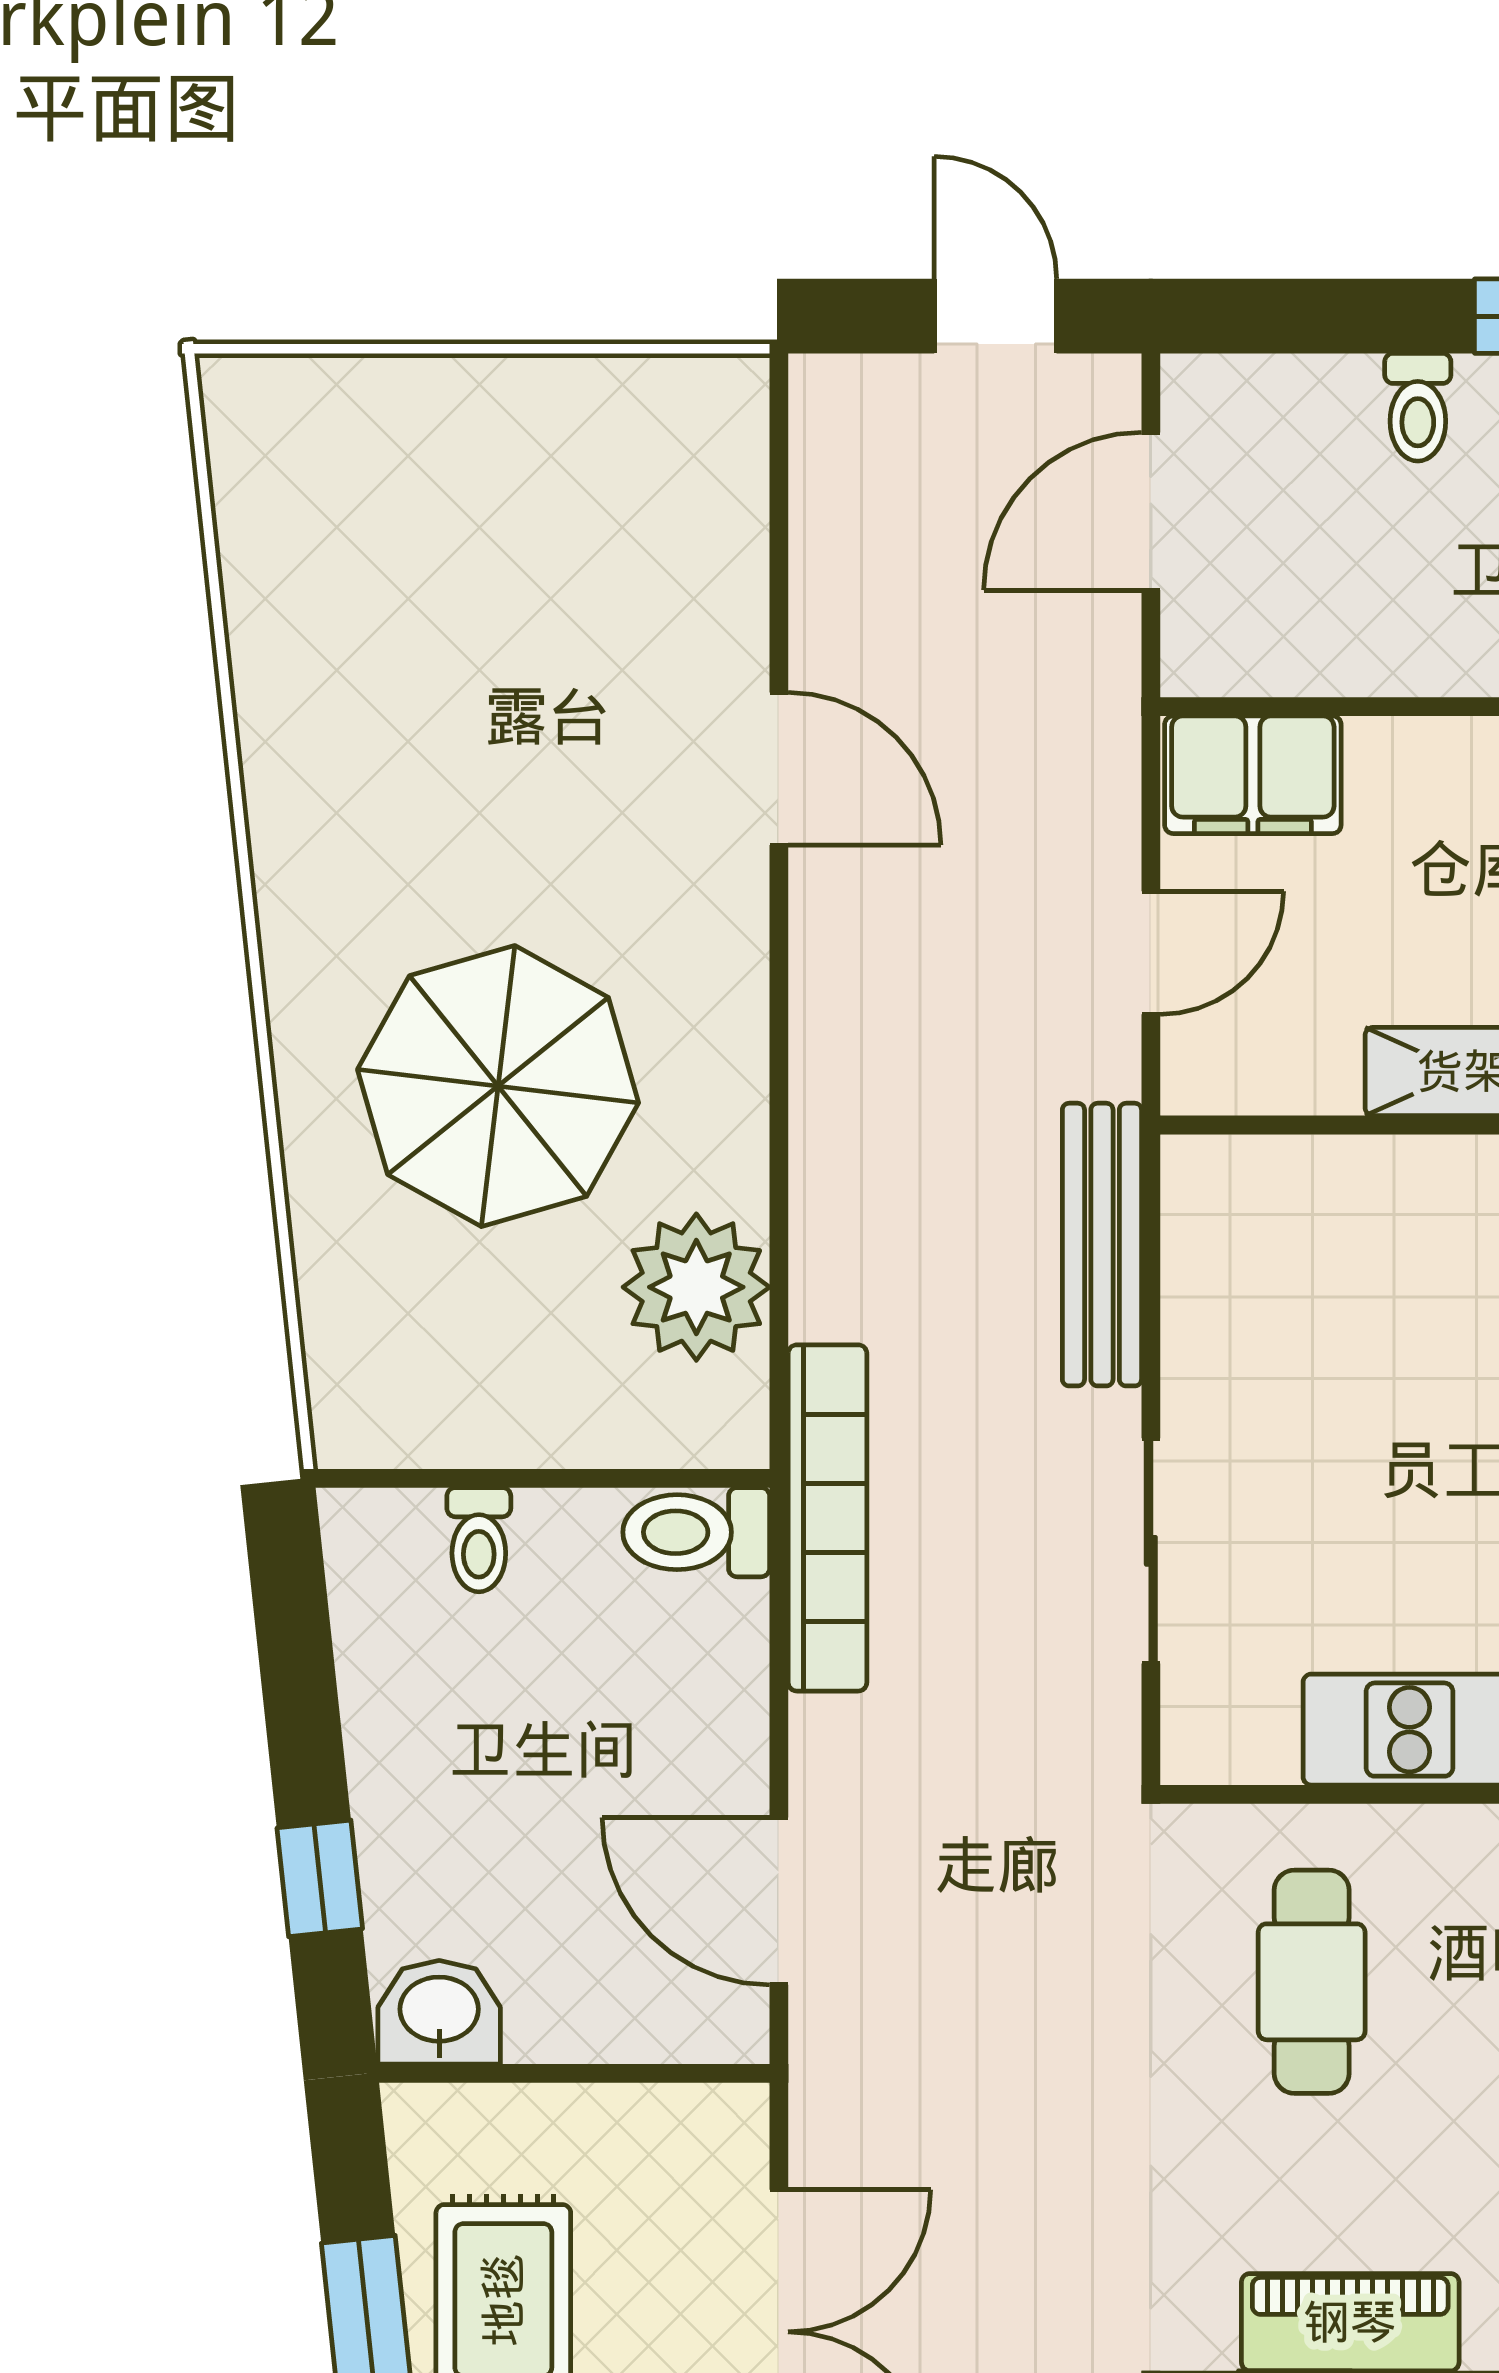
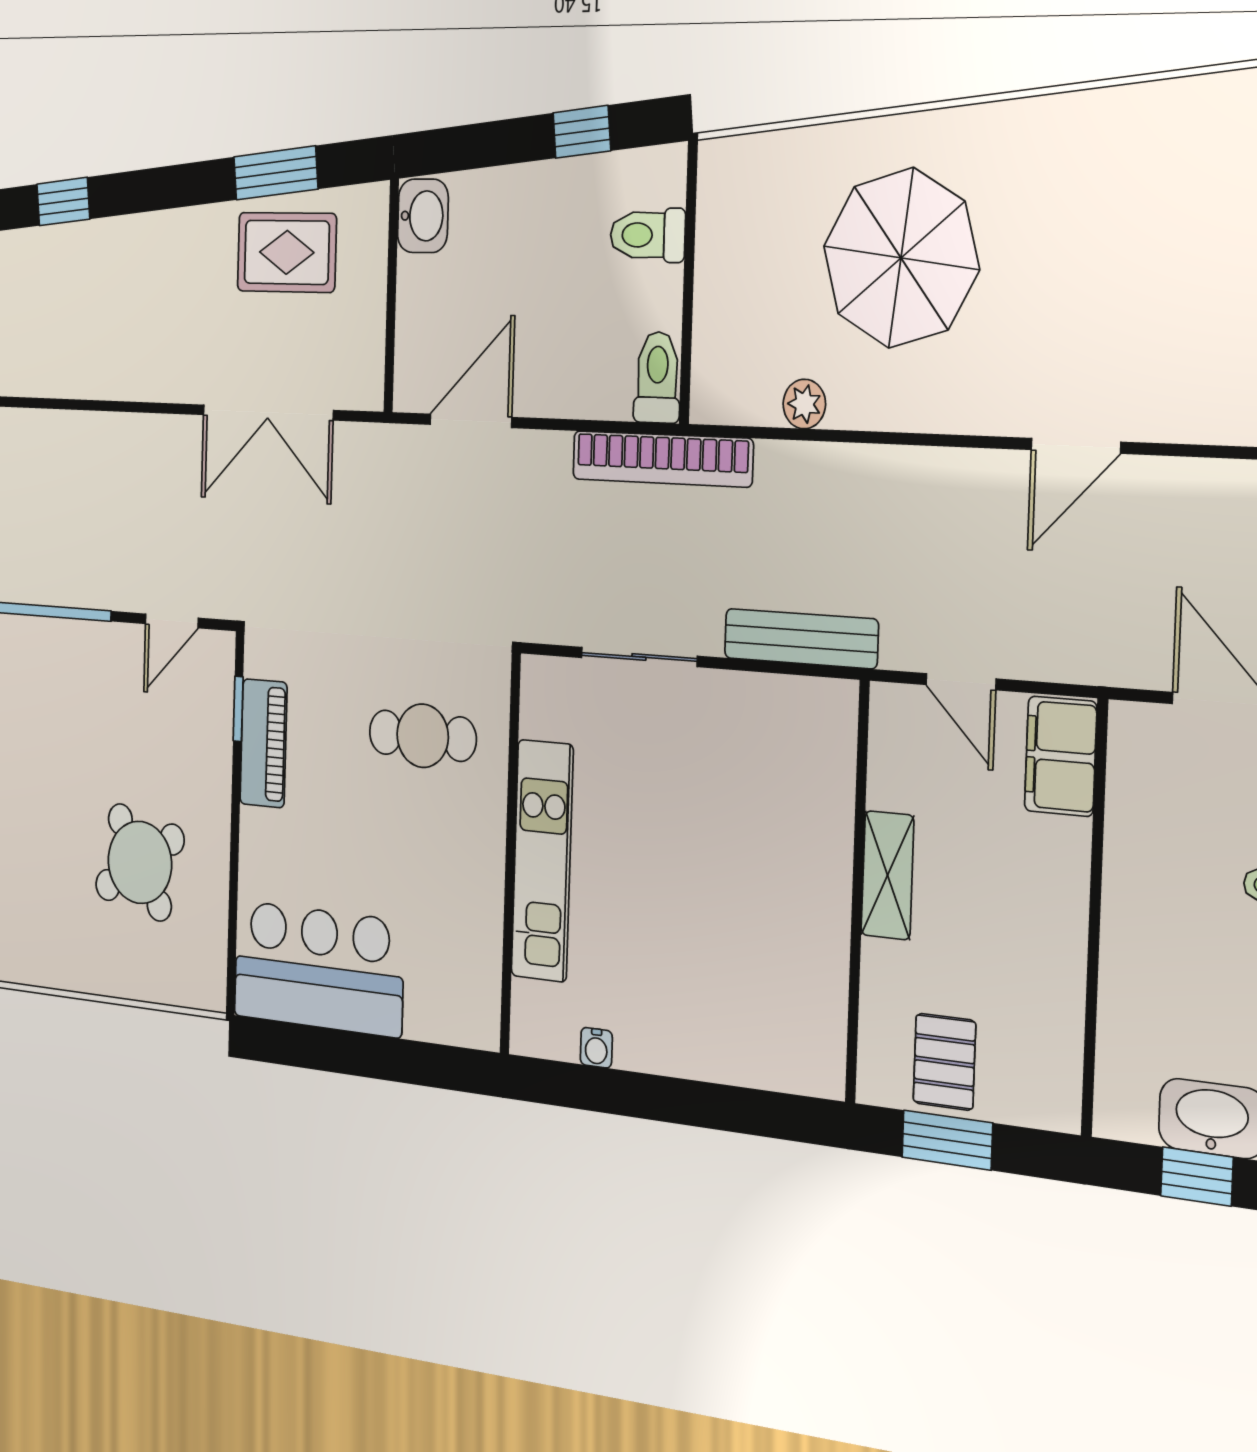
plant: (696, 1287) -> (804, 404), width x0.53, depth x0.53
toilet: (479, 1540) -> (648, 235), width x1.37, depth x1.39
window: (320, 1878) -> (582, 132), moved

